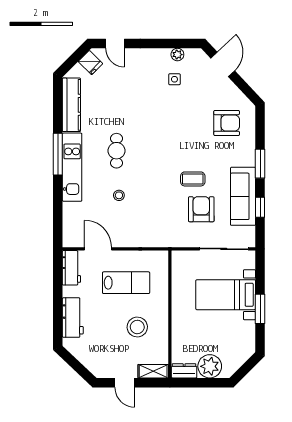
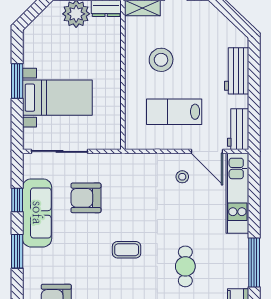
kitchen unit: (72, 167) -> (237, 193), moved
coffee table: (193, 179) -> (127, 250), moved
stool: (119, 195) -> (182, 177), moved
armchair: (201, 209) -> (86, 198), turned 90

